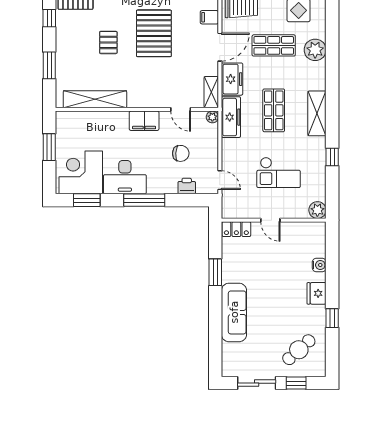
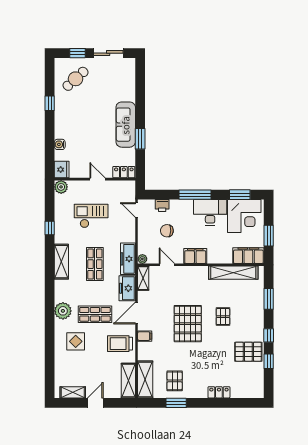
filing cabinet: (75, 121) -> (248, 256), added
fridge: (317, 293) -> (62, 170), moved
sofa: (234, 312) -> (126, 125), moved

